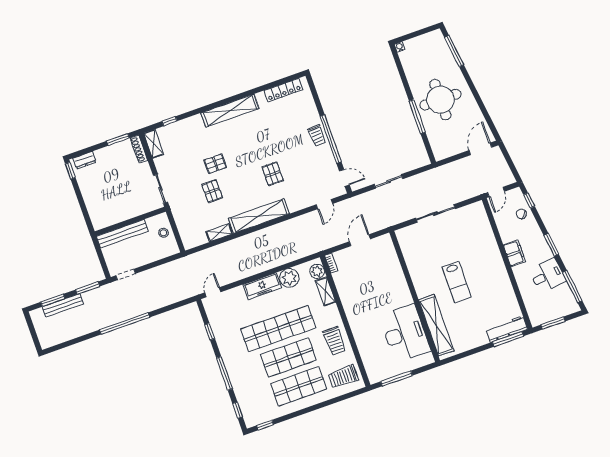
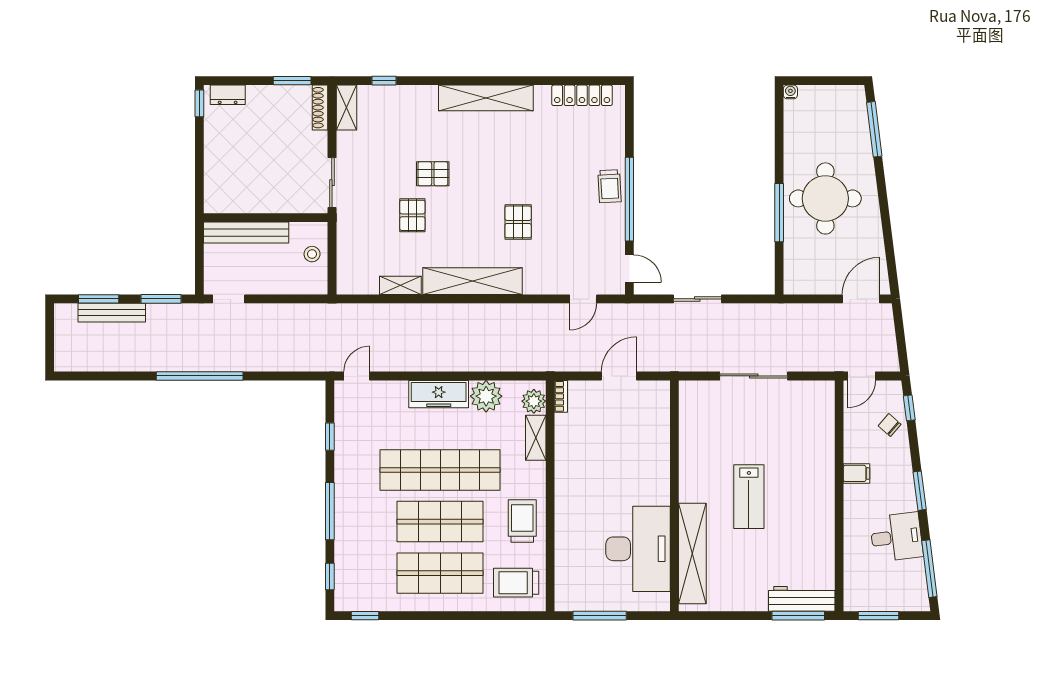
filing cabinet: (514, 253) -> (856, 473), width x0.50
trolley: (334, 341) -> (522, 521), turned 180

